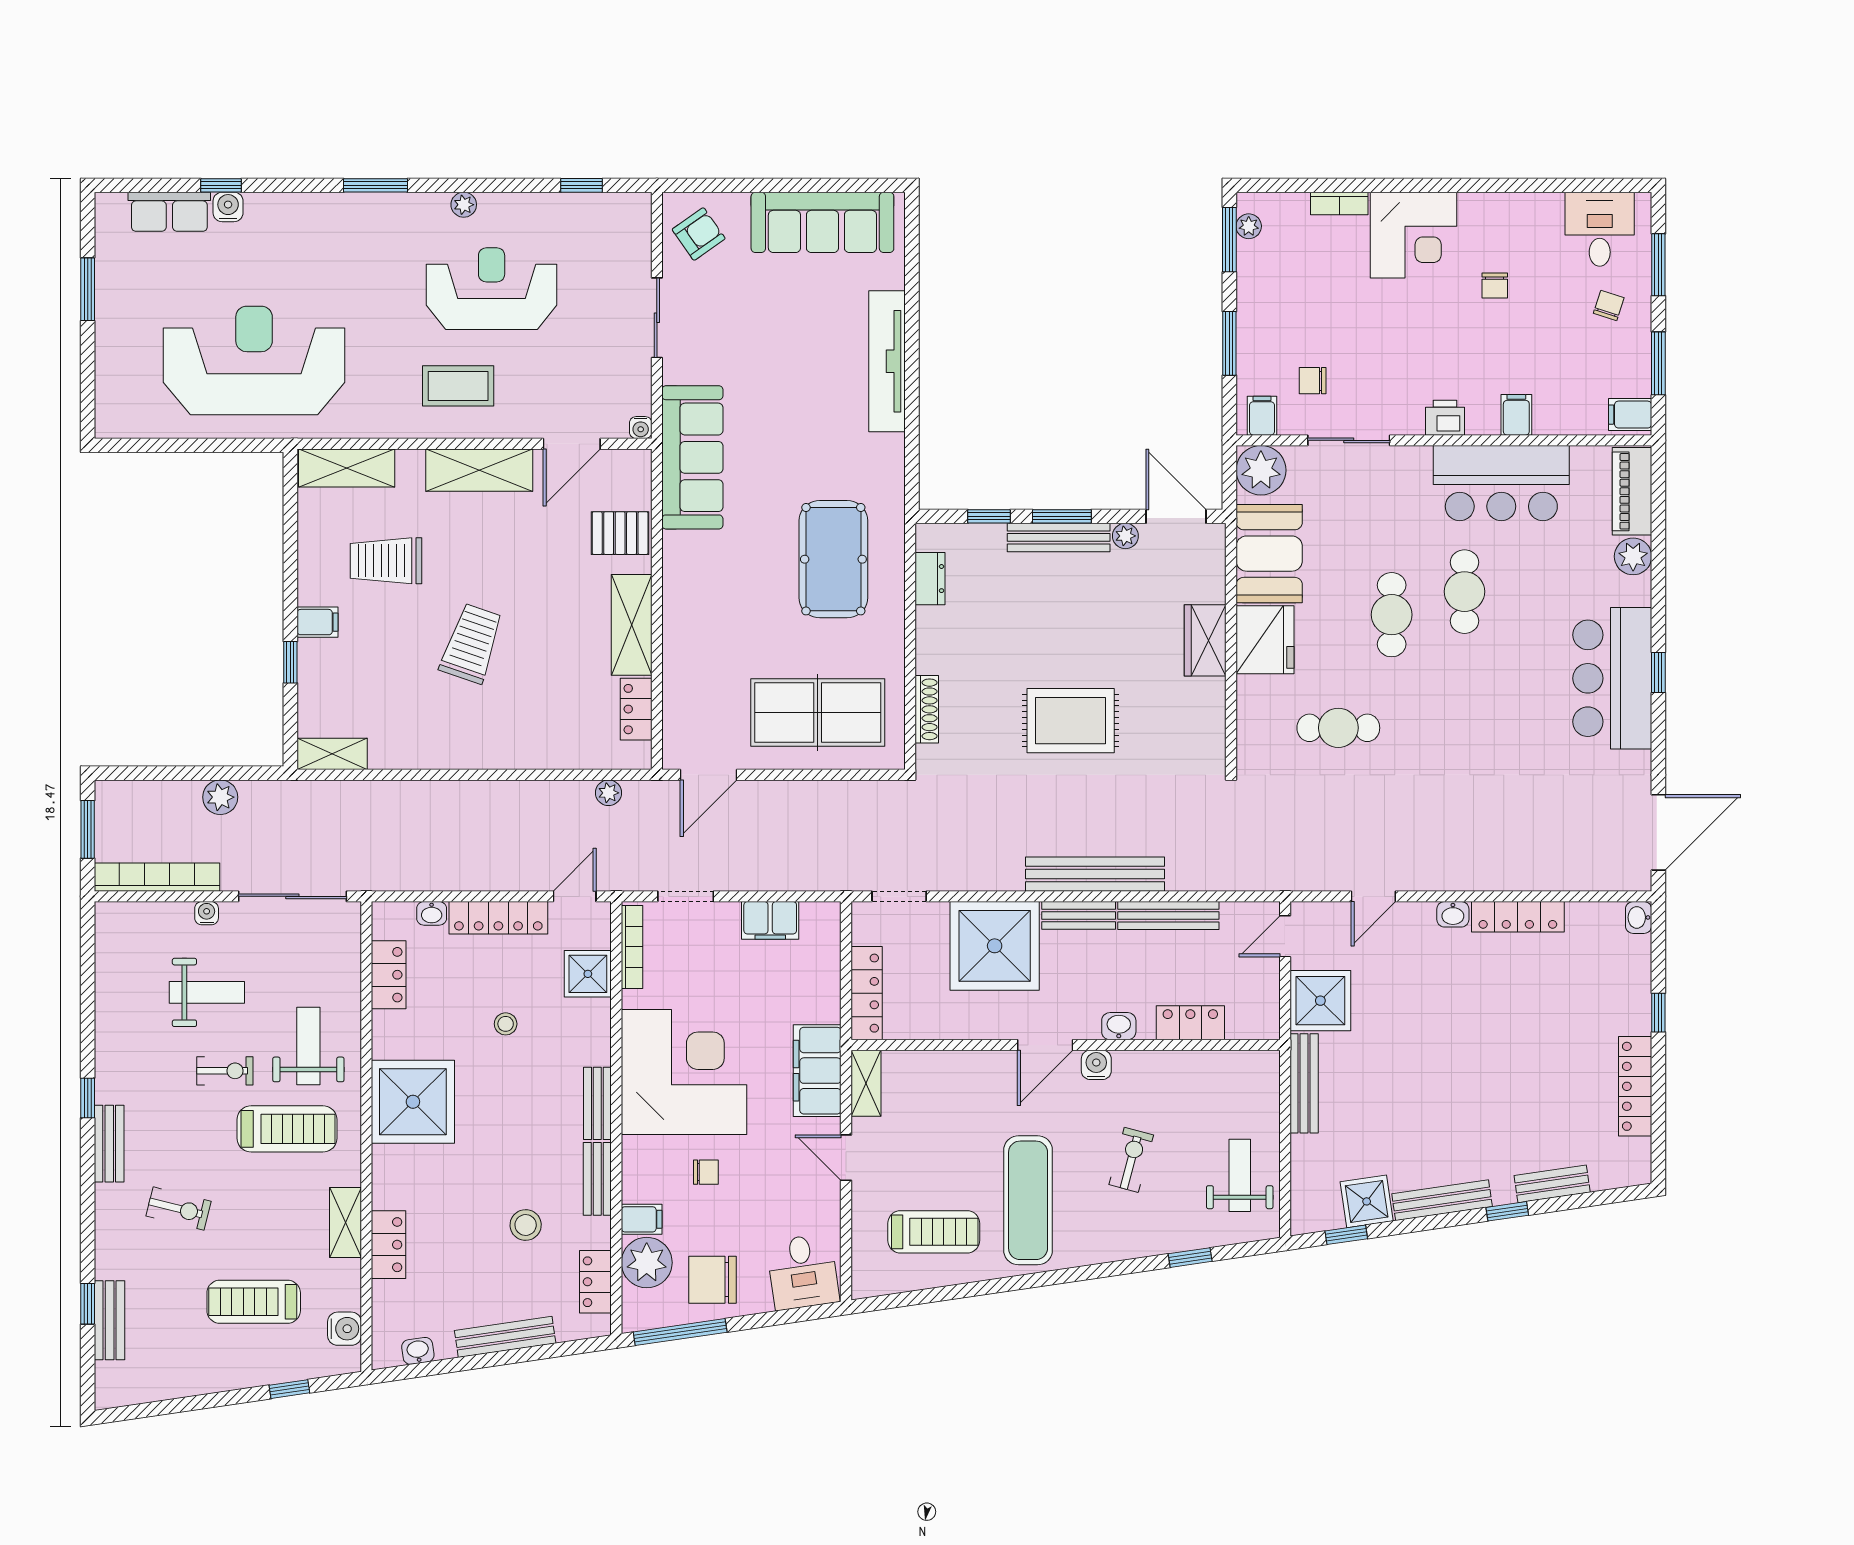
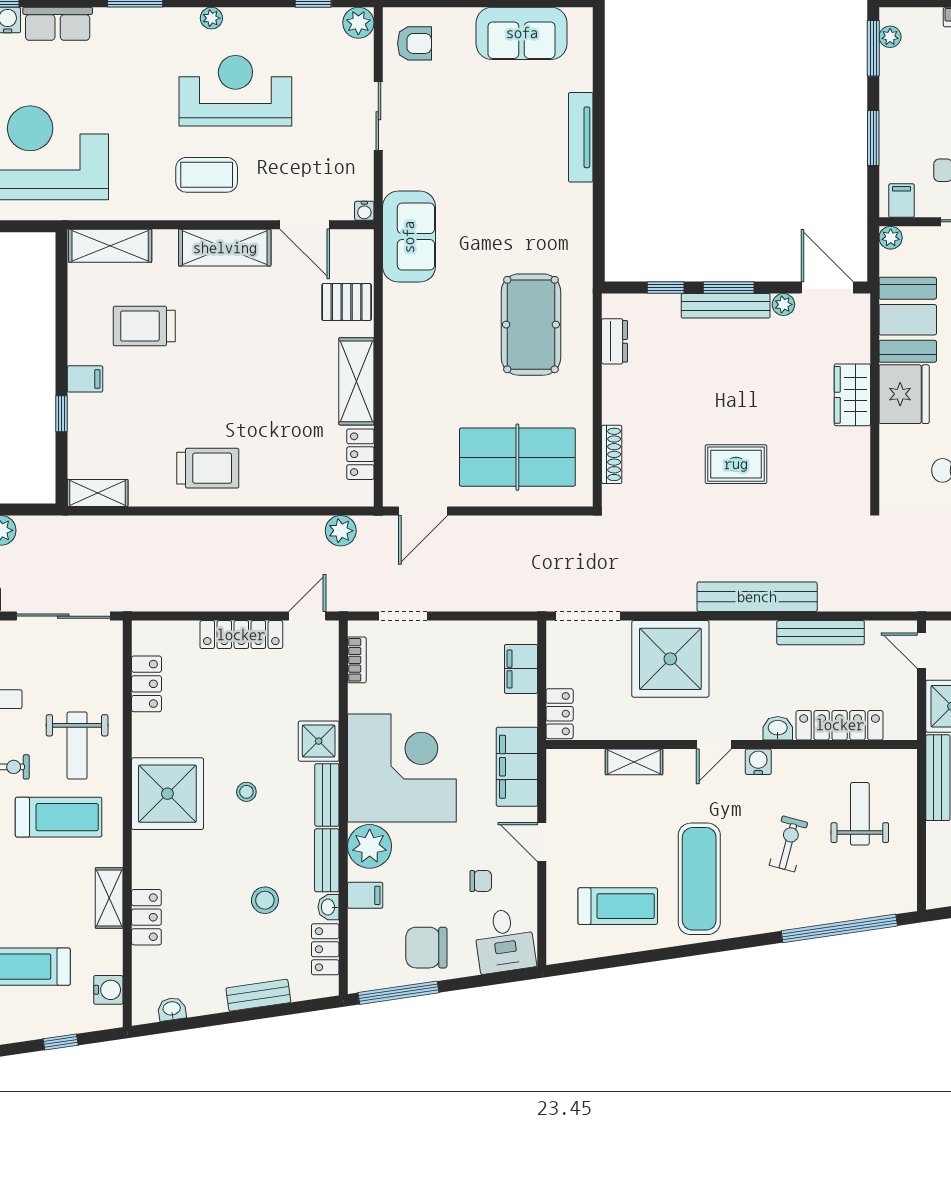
plant: (634, 210) -> (358, 23), added
row of seats: (286, 211) -> (58, 24), added
sofa: (822, 222) -> (522, 33), width x0.73
armchair: (699, 234) -> (414, 43), turned 35
tv unit: (887, 361) -> (581, 137), width x0.73, depth x0.78
door: (572, 444) -> (305, 225), hinge flipped
sofa: (692, 457) -> (409, 237), width x0.73
plant: (1261, 470) -> (891, 238), width x0.53, depth x0.53
trolley: (472, 643) -> (208, 468), moved, turned 71
rug: (1071, 721) -> (736, 464), width x0.73, depth x0.70
plant: (608, 793) -> (341, 531), width x1.38, depth x1.38
doorway: (899, 896) -> (588, 616), width x1.38
washbasin: (432, 913) -> (329, 907), moved, turned 90
bench: (1079, 915) -> (743, 633), removed
filing cabinet: (770, 920) -> (521, 669), moved, turned 90
door: (1285, 936) -> (921, 651), hinge flipped
bookcase: (632, 947) -> (357, 660), width x0.64
shower: (588, 974) -> (319, 741), moved
locker: (867, 993) -> (560, 714), width x0.66
locker: (1190, 1023) -> (840, 725), width x1.53
stool: (506, 1024) -> (246, 792), moved
door: (1045, 1045) -> (714, 745), width x0.73
weight bench: (308, 1046) -> (77, 745), turned 180
shelving: (866, 1083) -> (634, 762), moved, turned 90
chair: (706, 1172) -> (481, 881), moved
weight bench: (1240, 1175) -> (860, 814), moved
window: (1190, 1258) -> (839, 928), width x3.17
plant: (647, 1263) -> (370, 846), moved
bench: (505, 1337) -> (258, 995), width x0.73

